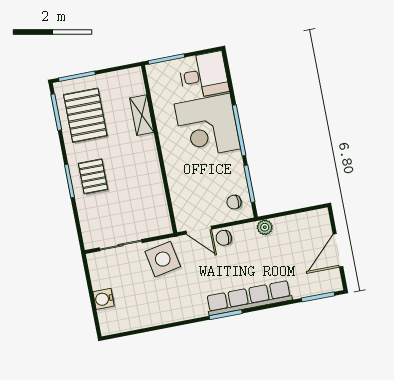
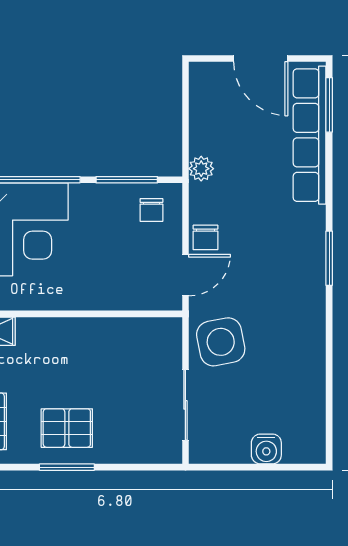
row of seats: (249, 298) -> (310, 135), moved

